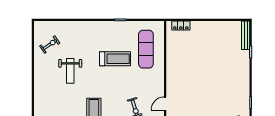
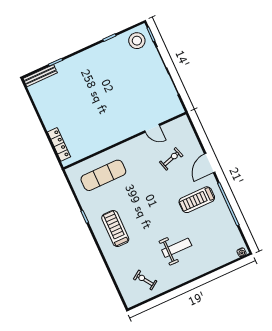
locker: (181, 26) -> (59, 144), width x1.53
treadmill: (115, 59) -> (115, 228), moved
weight bench: (70, 71) -> (177, 248), moved

